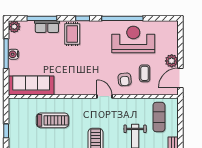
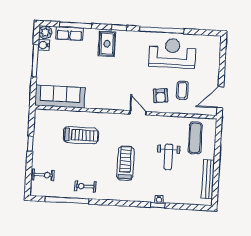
row of seats: (47, 27) -> (69, 34), moved
water cooler: (13, 54) -> (44, 45), moved
plant: (172, 61) -> (212, 78), removed

